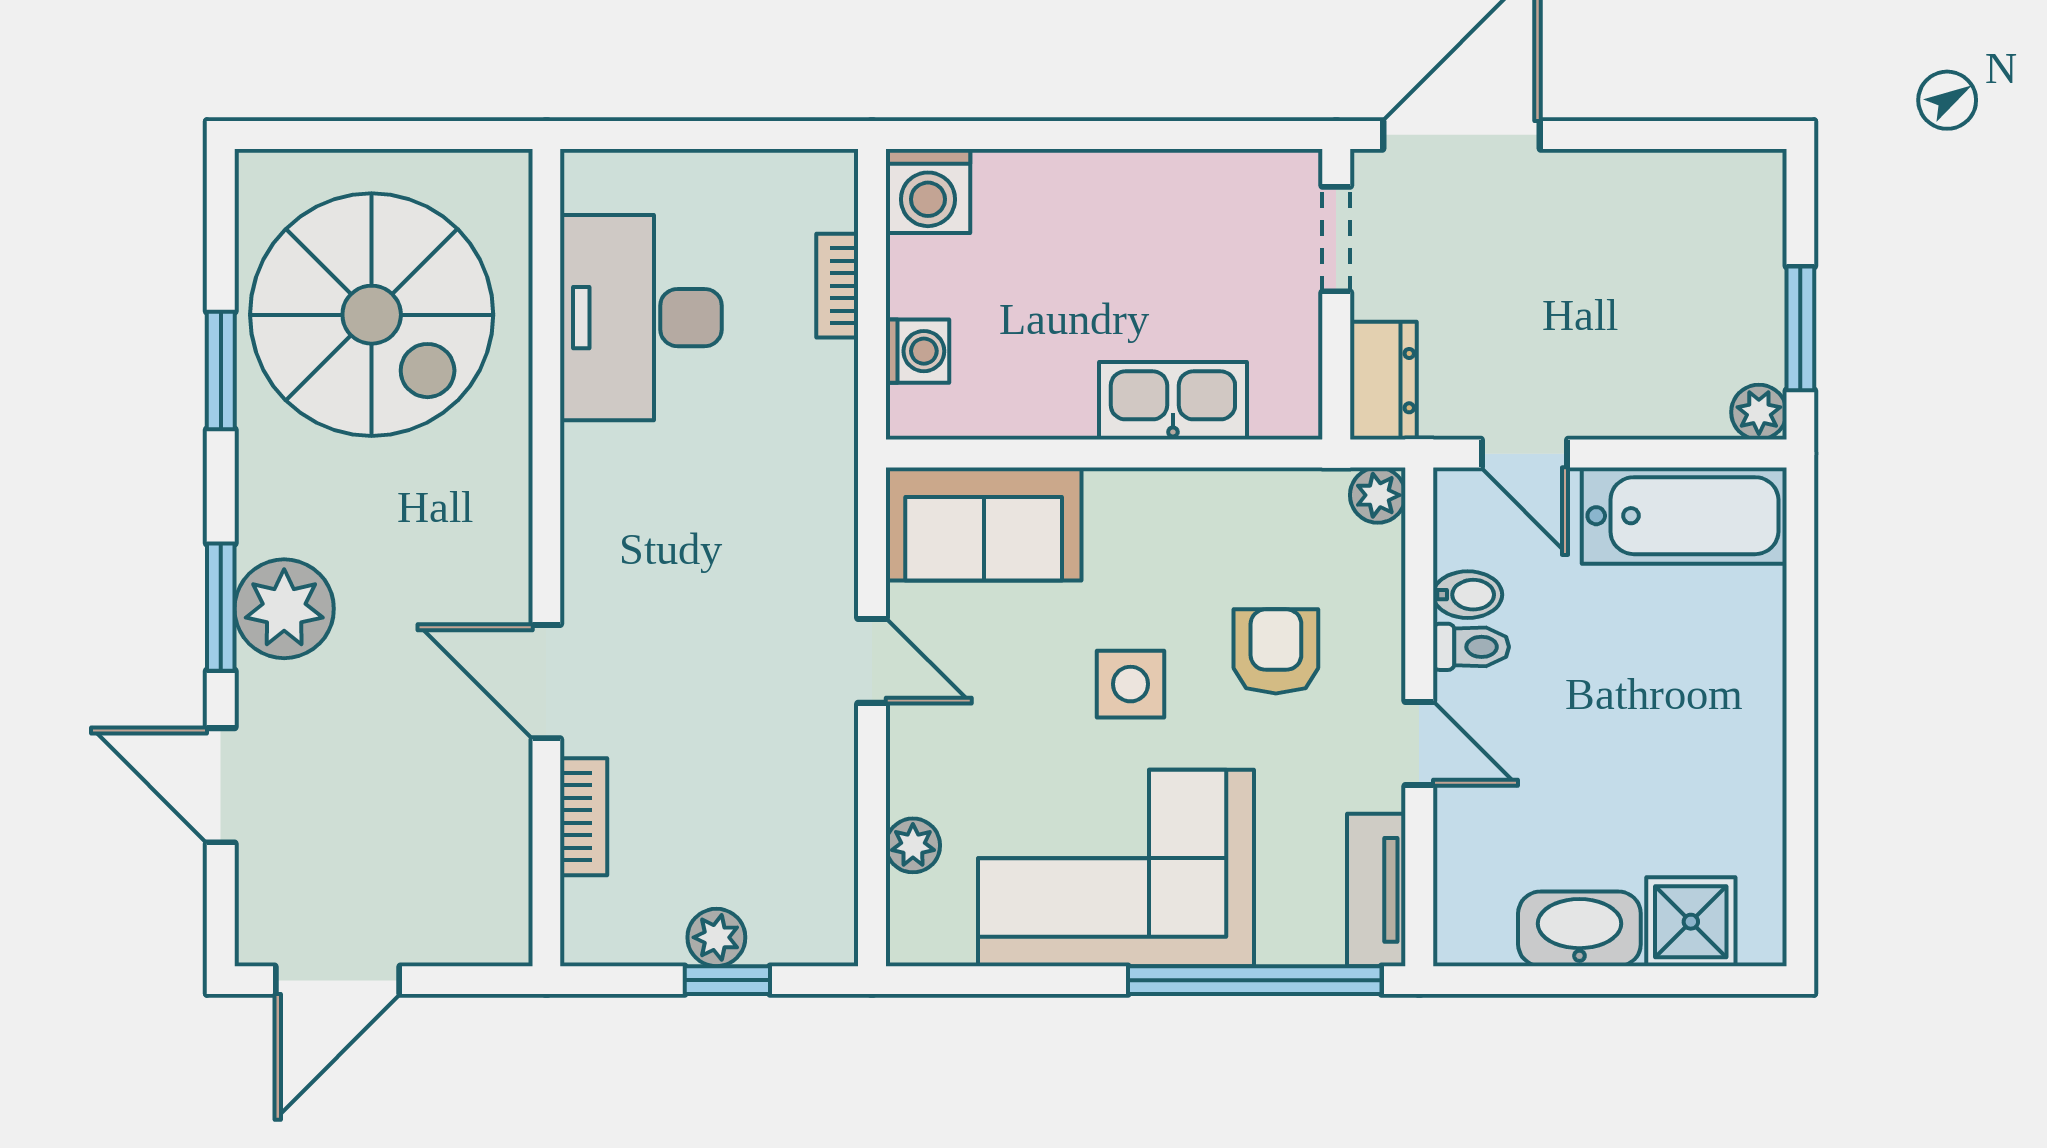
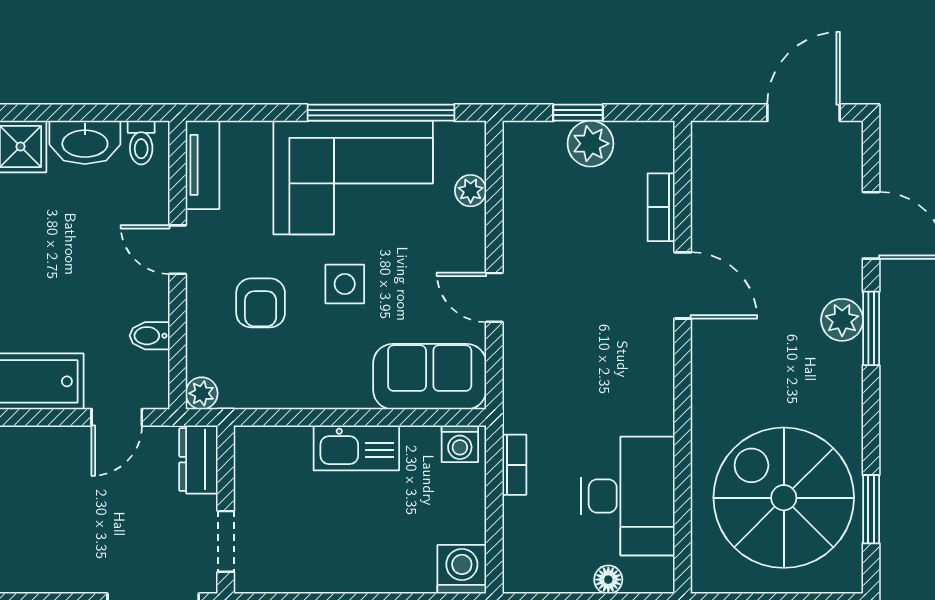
floor lamp: (675, 173) -> (608, 580), added
bookcase: (837, 286) -> (514, 465), moved
washing machine: (918, 351) -> (460, 444), moved, turned -90
window: (221, 370) -> (871, 509), moved
kitchen sink: (1173, 401) -> (356, 448), moved
door: (1524, 454) -> (117, 417), swing flipped
plant: (284, 609) -> (842, 320), width x0.73, depth x0.73
toilet: (1471, 647) -> (141, 143), moved, turned -90
plant: (716, 937) -> (591, 144), width x1.38, depth x1.38
window: (1255, 980) -> (381, 113), moved

